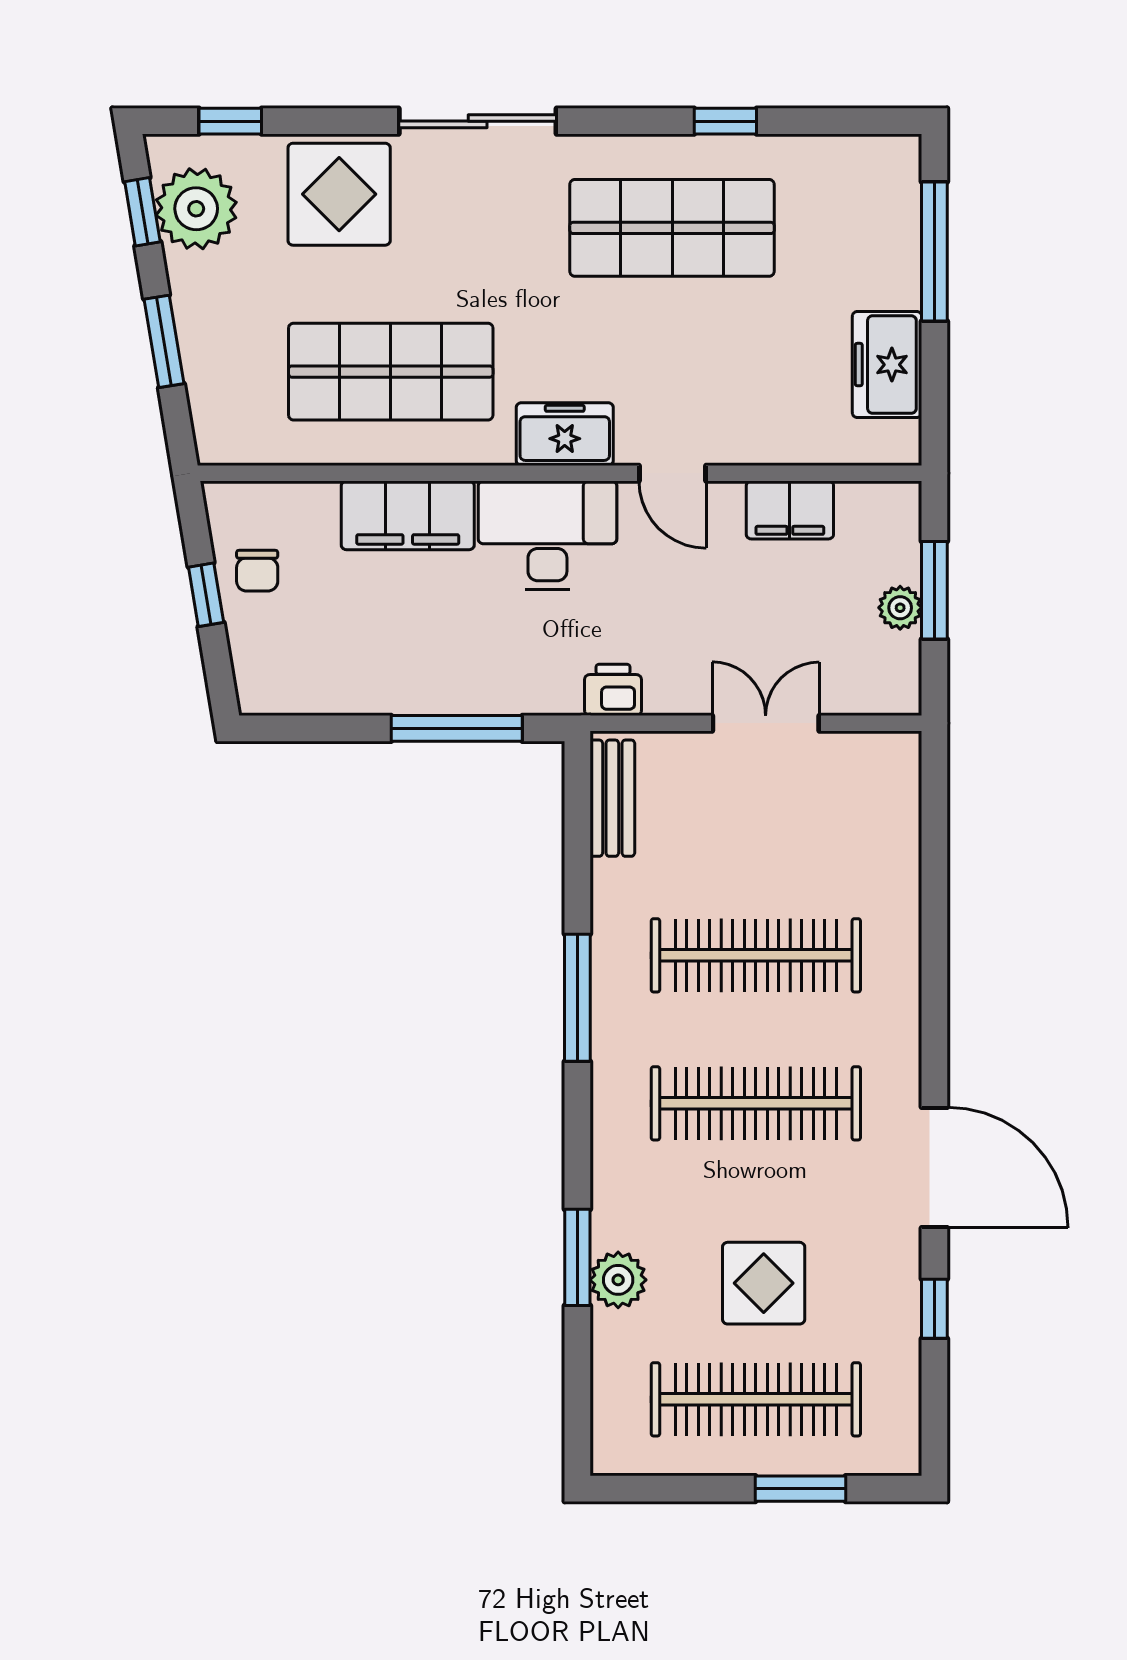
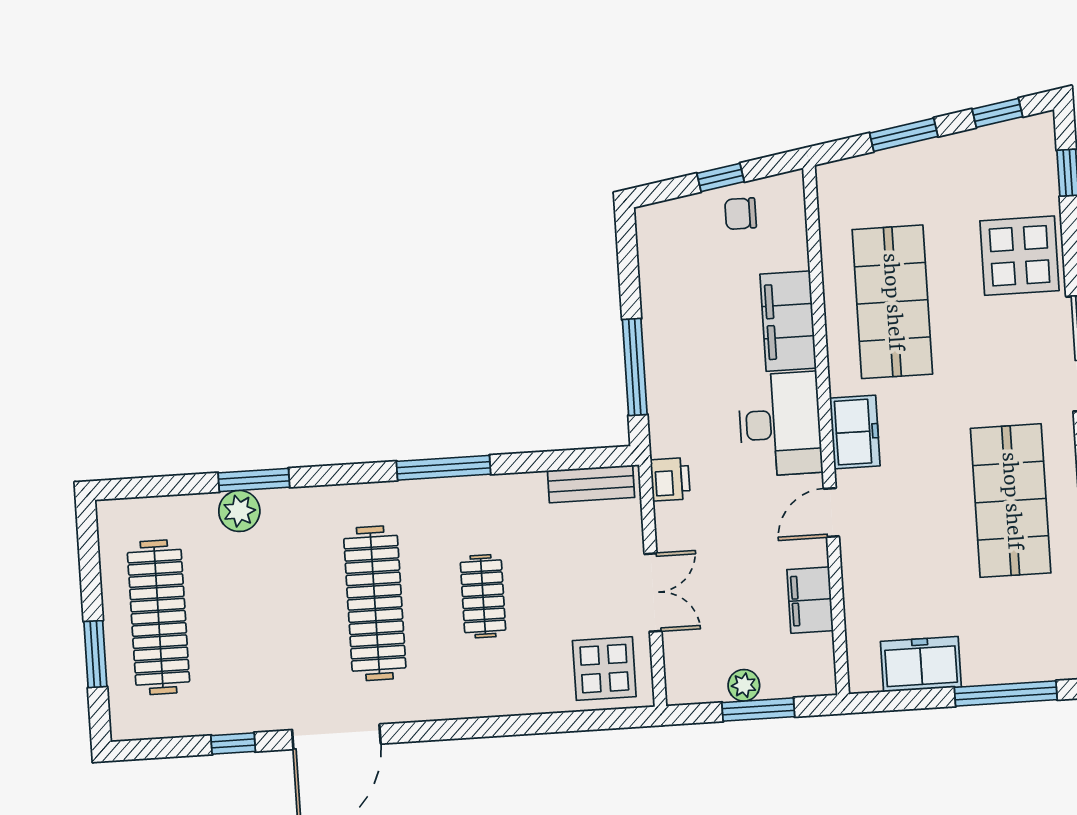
plant: (196, 209) -> (1002, 152), removed
clothes rail: (756, 955) -> (483, 596), width x0.54, depth x0.76
display table: (764, 1283) -> (604, 669), moved

